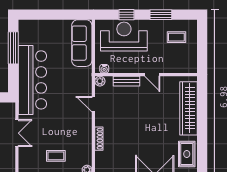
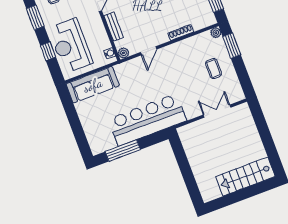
double door: (17, 133) -> (217, 111), moved

